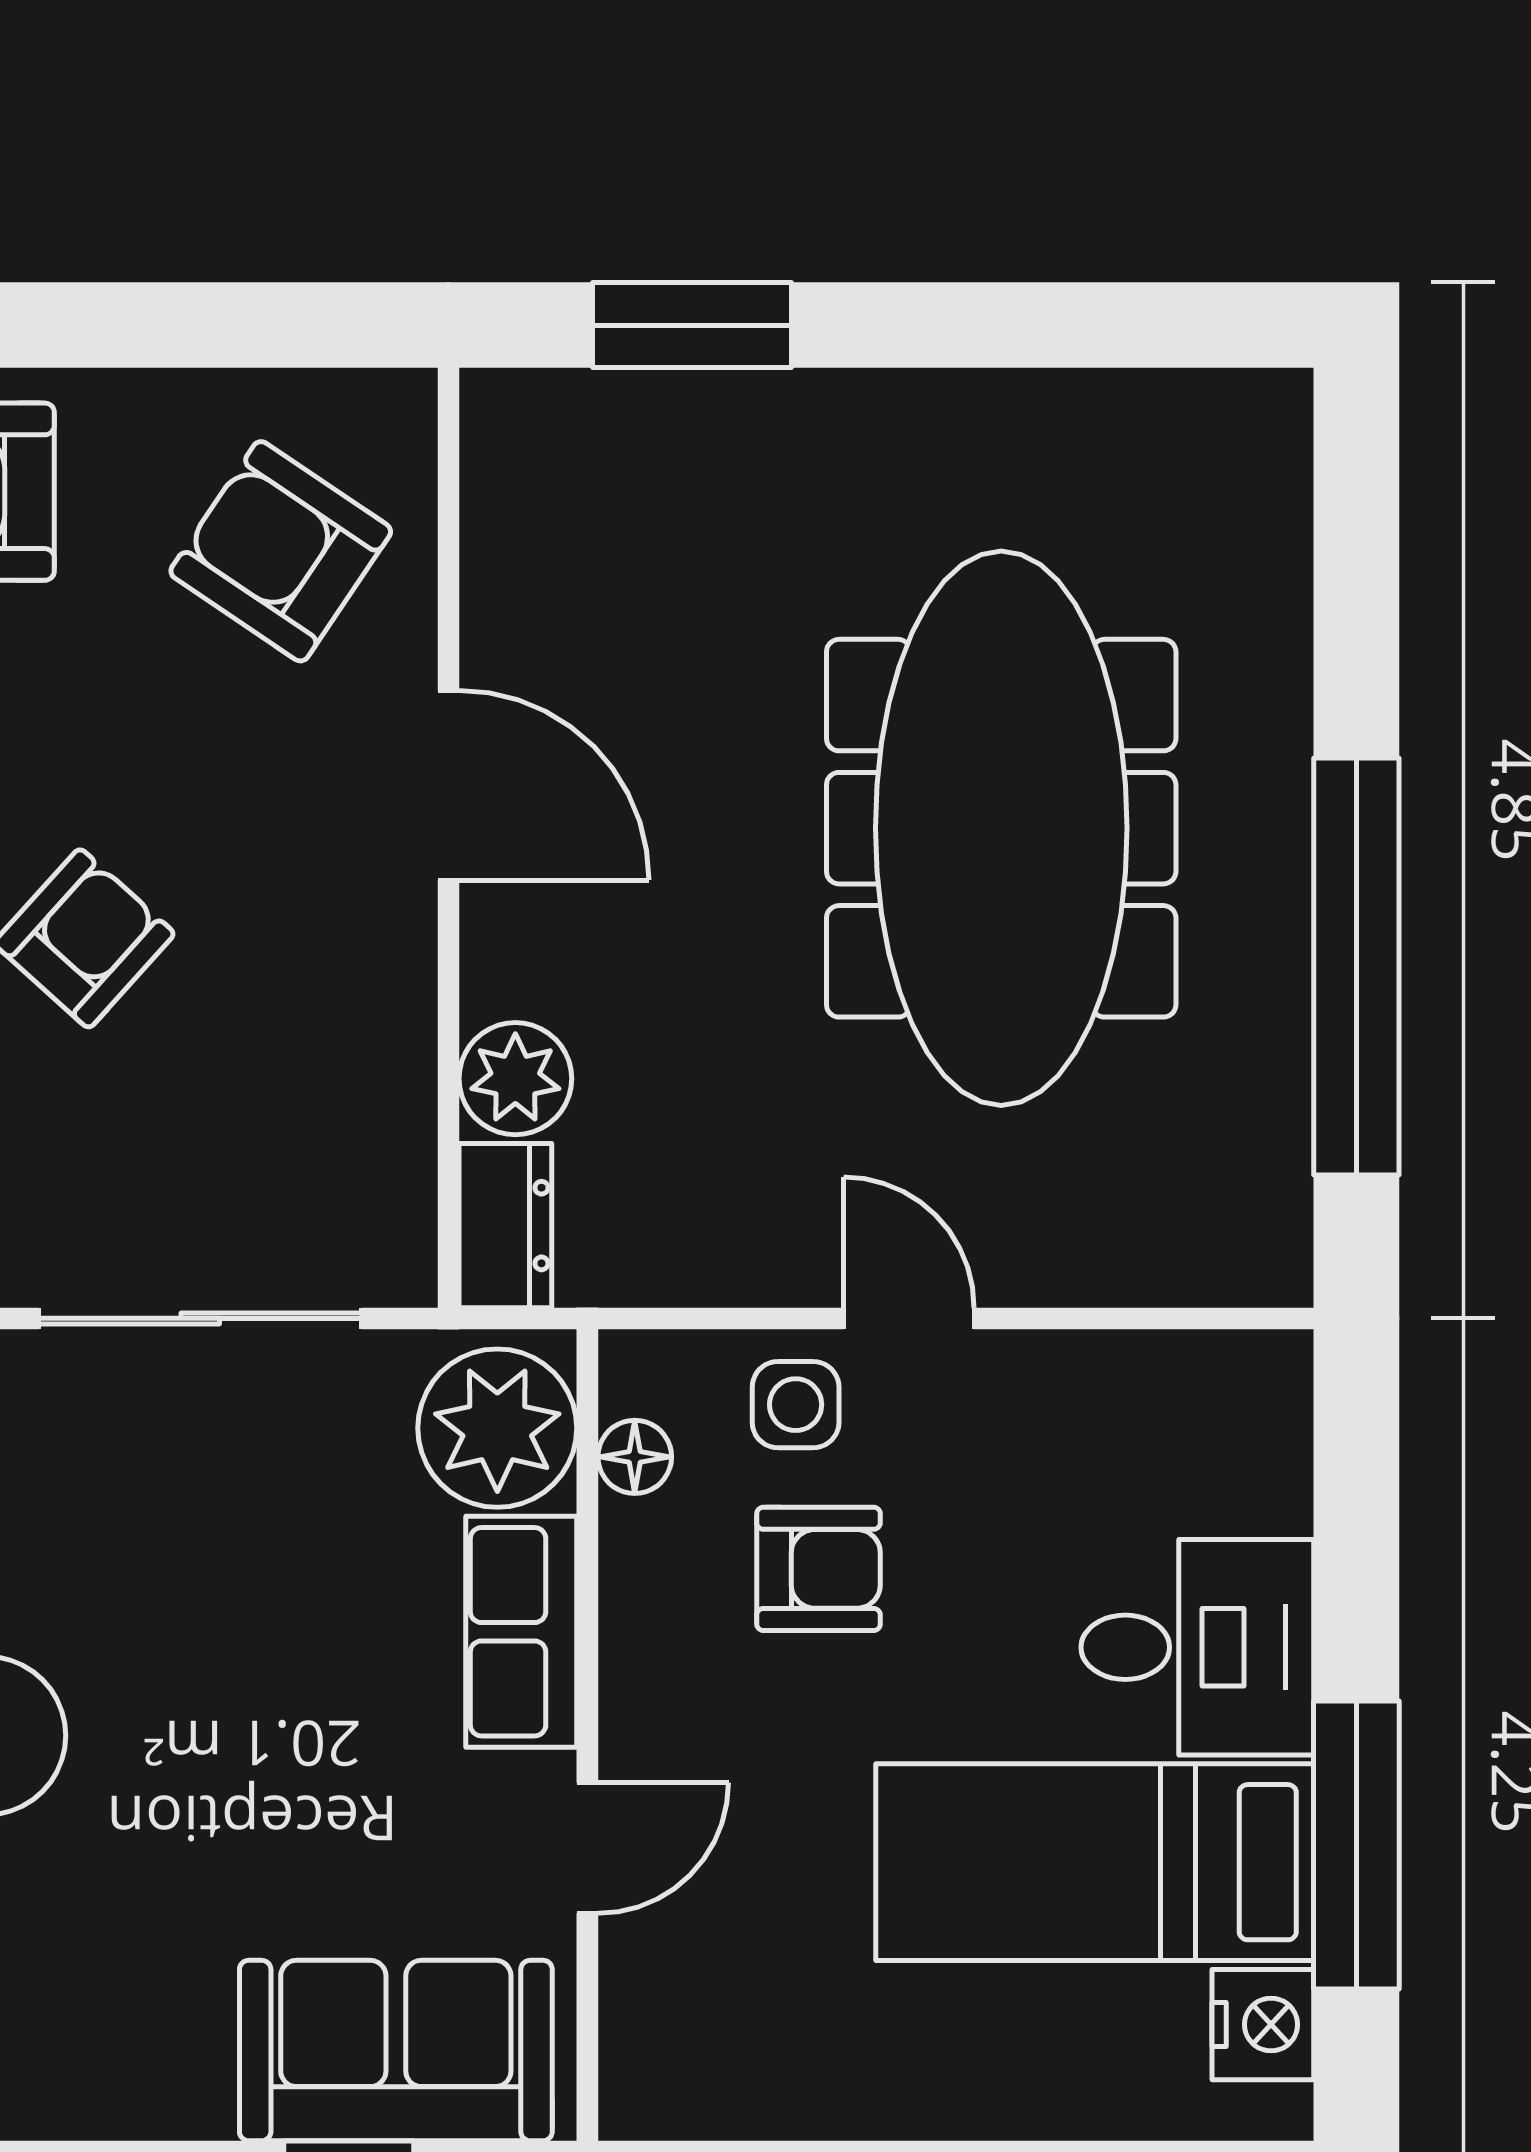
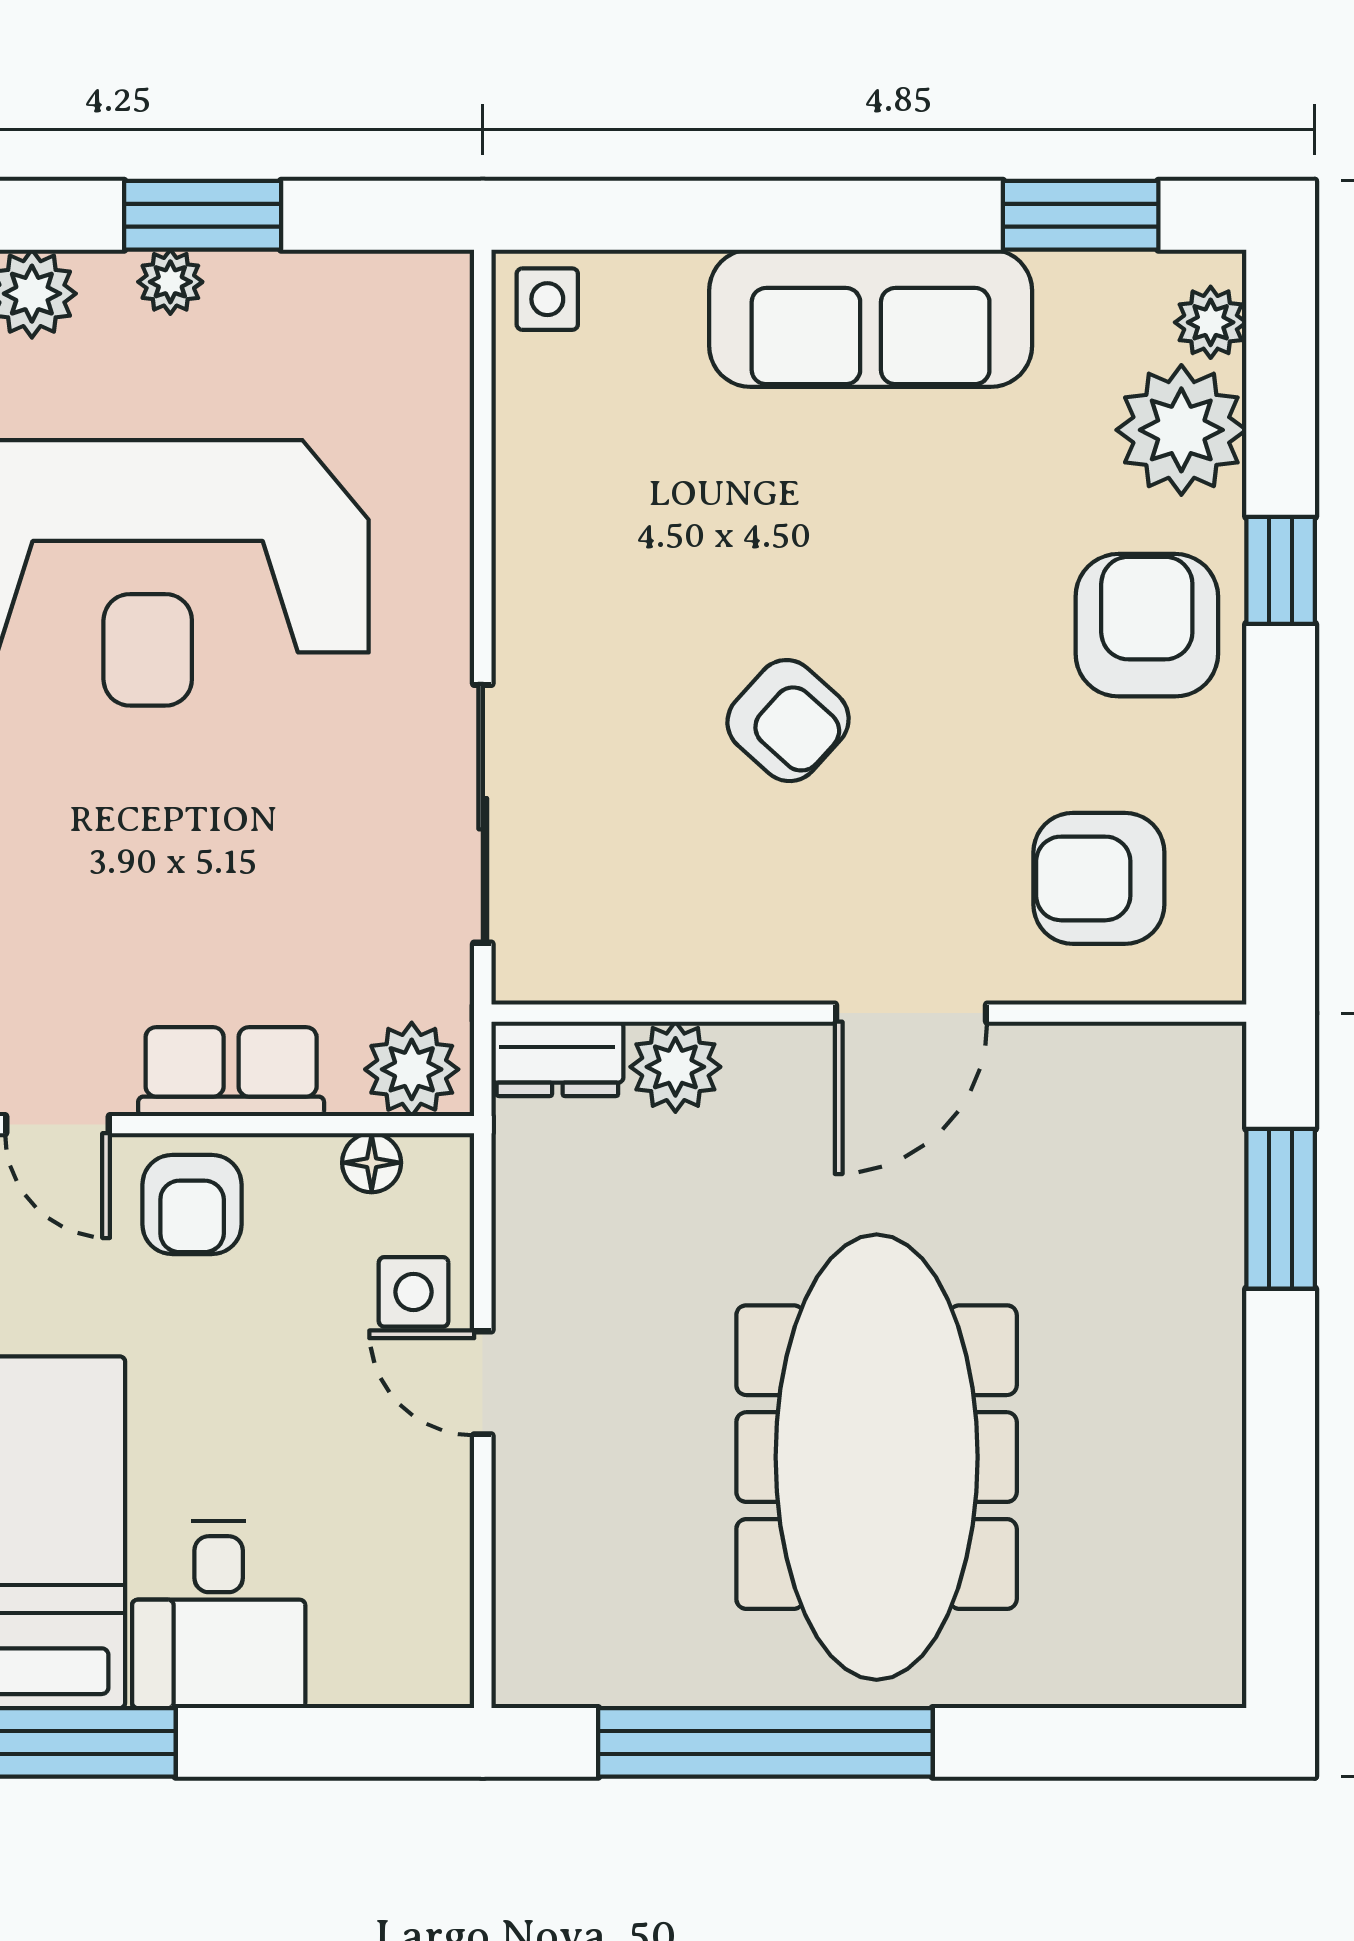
armchair: (281, 551) -> (1099, 878), turned -124
meeting table: (1001, 828) -> (877, 1457), turned 90
door: (909, 1318) -> (483, 1383), swing flipped
plant: (497, 1428) -> (412, 1069), width x0.73, depth x0.73
armchair: (818, 1569) -> (192, 1205), moved

